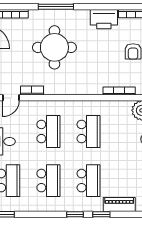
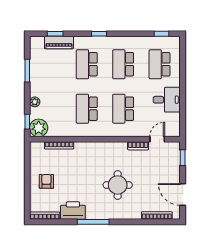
window: (56, 7) -> (93, 222), moved
round table: (54, 47) -> (118, 185), width x0.73, depth x0.73
window: (101, 214) -> (55, 34), moved

